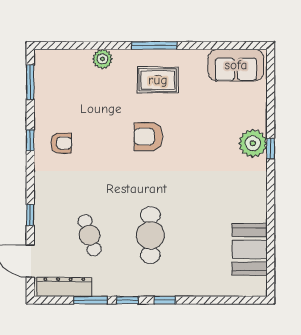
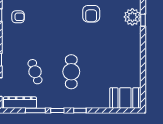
armchair: (148, 137) -> (91, 14), moved, turned -90
booth: (250, 249) -> (125, 98), moved, turned 90

